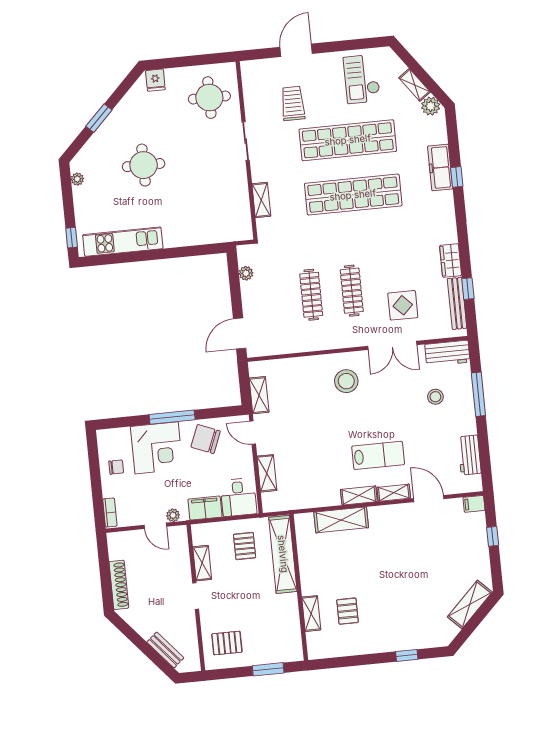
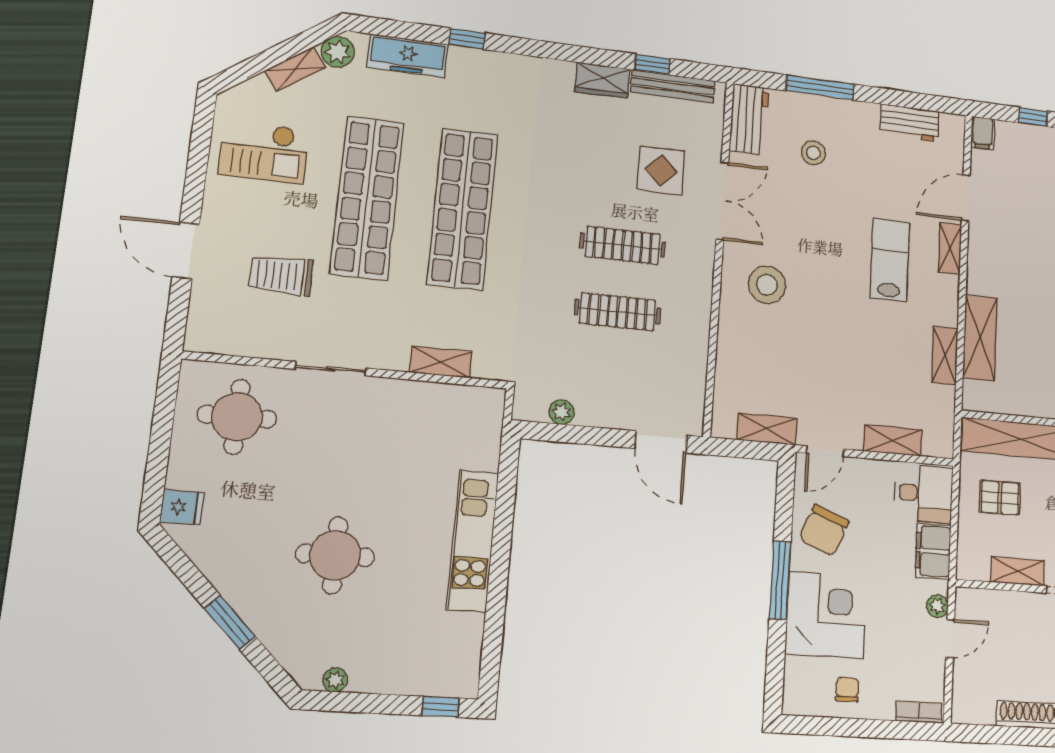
freezer: (440, 168) -> (408, 56), moved
kitchen unit: (123, 242) -> (473, 541), moved
shelving: (359, 496) -> (945, 355), moved

